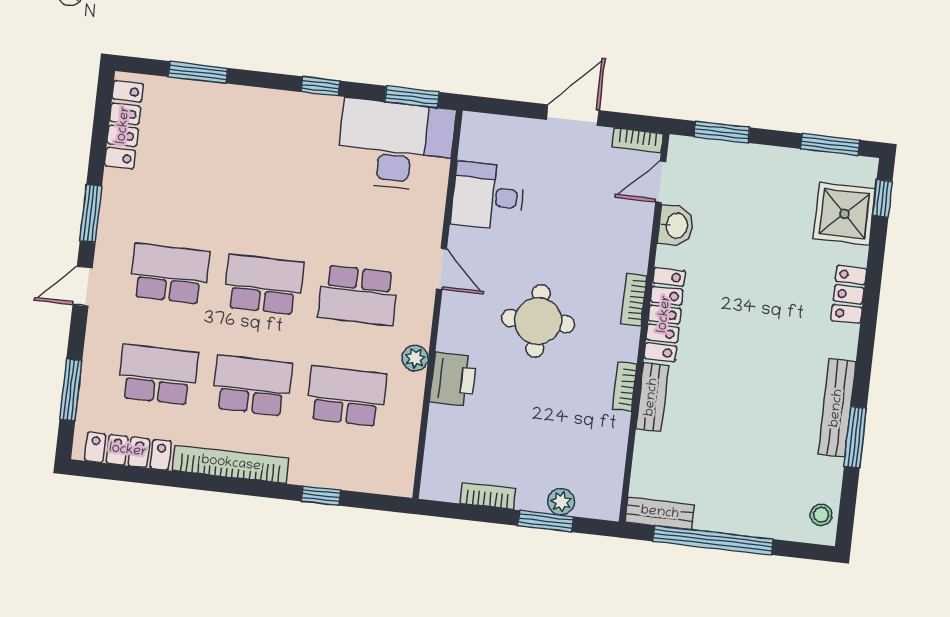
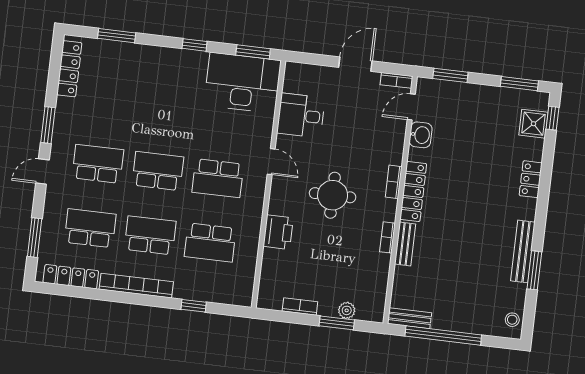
shower: (844, 214) -> (533, 124), width x0.73, depth x0.73
plant: (415, 358) -> (254, 218), removed
school desk: (346, 396) -> (210, 242), turned 180

